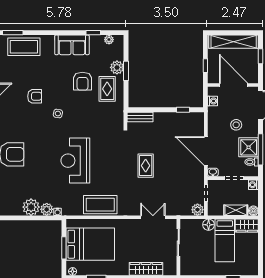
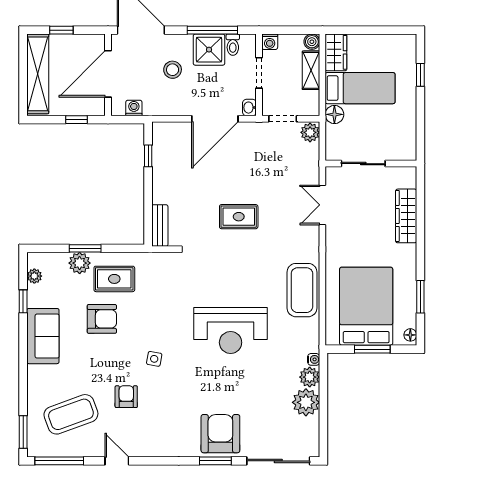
coffee table: (24, 47) -> (71, 414), moved, turned 70

